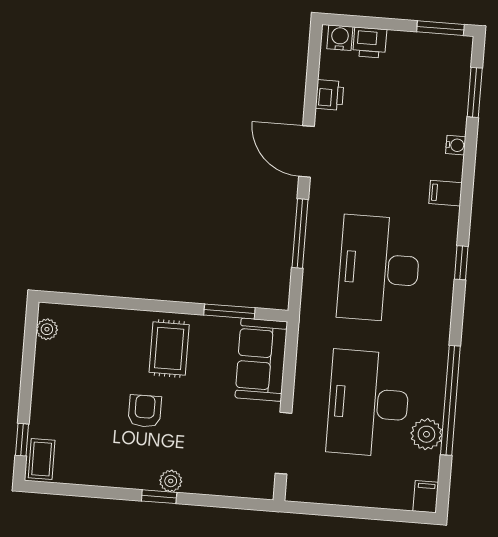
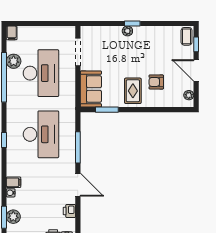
plant: (454, 92) -> (13, 217), added
filing cabinet: (445, 193) -> (14, 182), moved
door: (27, 382) -> (196, 70), added
armchair: (145, 411) -> (156, 82), moved, turned 90

